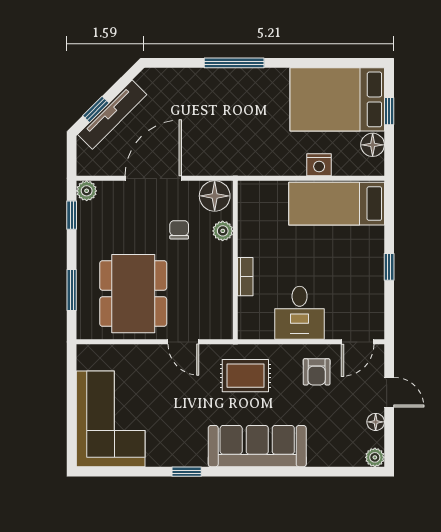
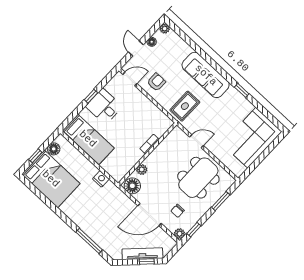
window: (234, 63) -> (89, 241), moved
nightstand: (319, 165) -> (101, 179), moved
chair: (179, 230) -> (178, 211), moved
desk: (300, 313) -> (104, 106), moved, turned -90
door: (183, 342) -> (196, 141), hinge flipped
rug: (245, 376) -> (185, 106), turned 90

